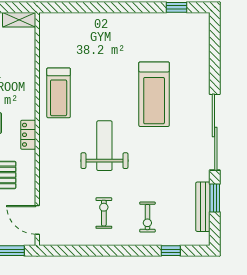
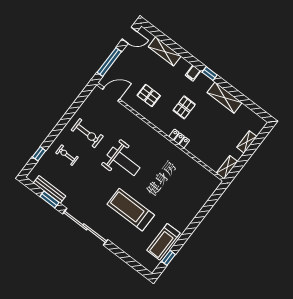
treadmill: (59, 93) -> (163, 242), moved, turned -90
locker: (28, 135) -> (179, 138), moved
exercise bike: (104, 213) -> (87, 133), width x1.38, depth x1.39

